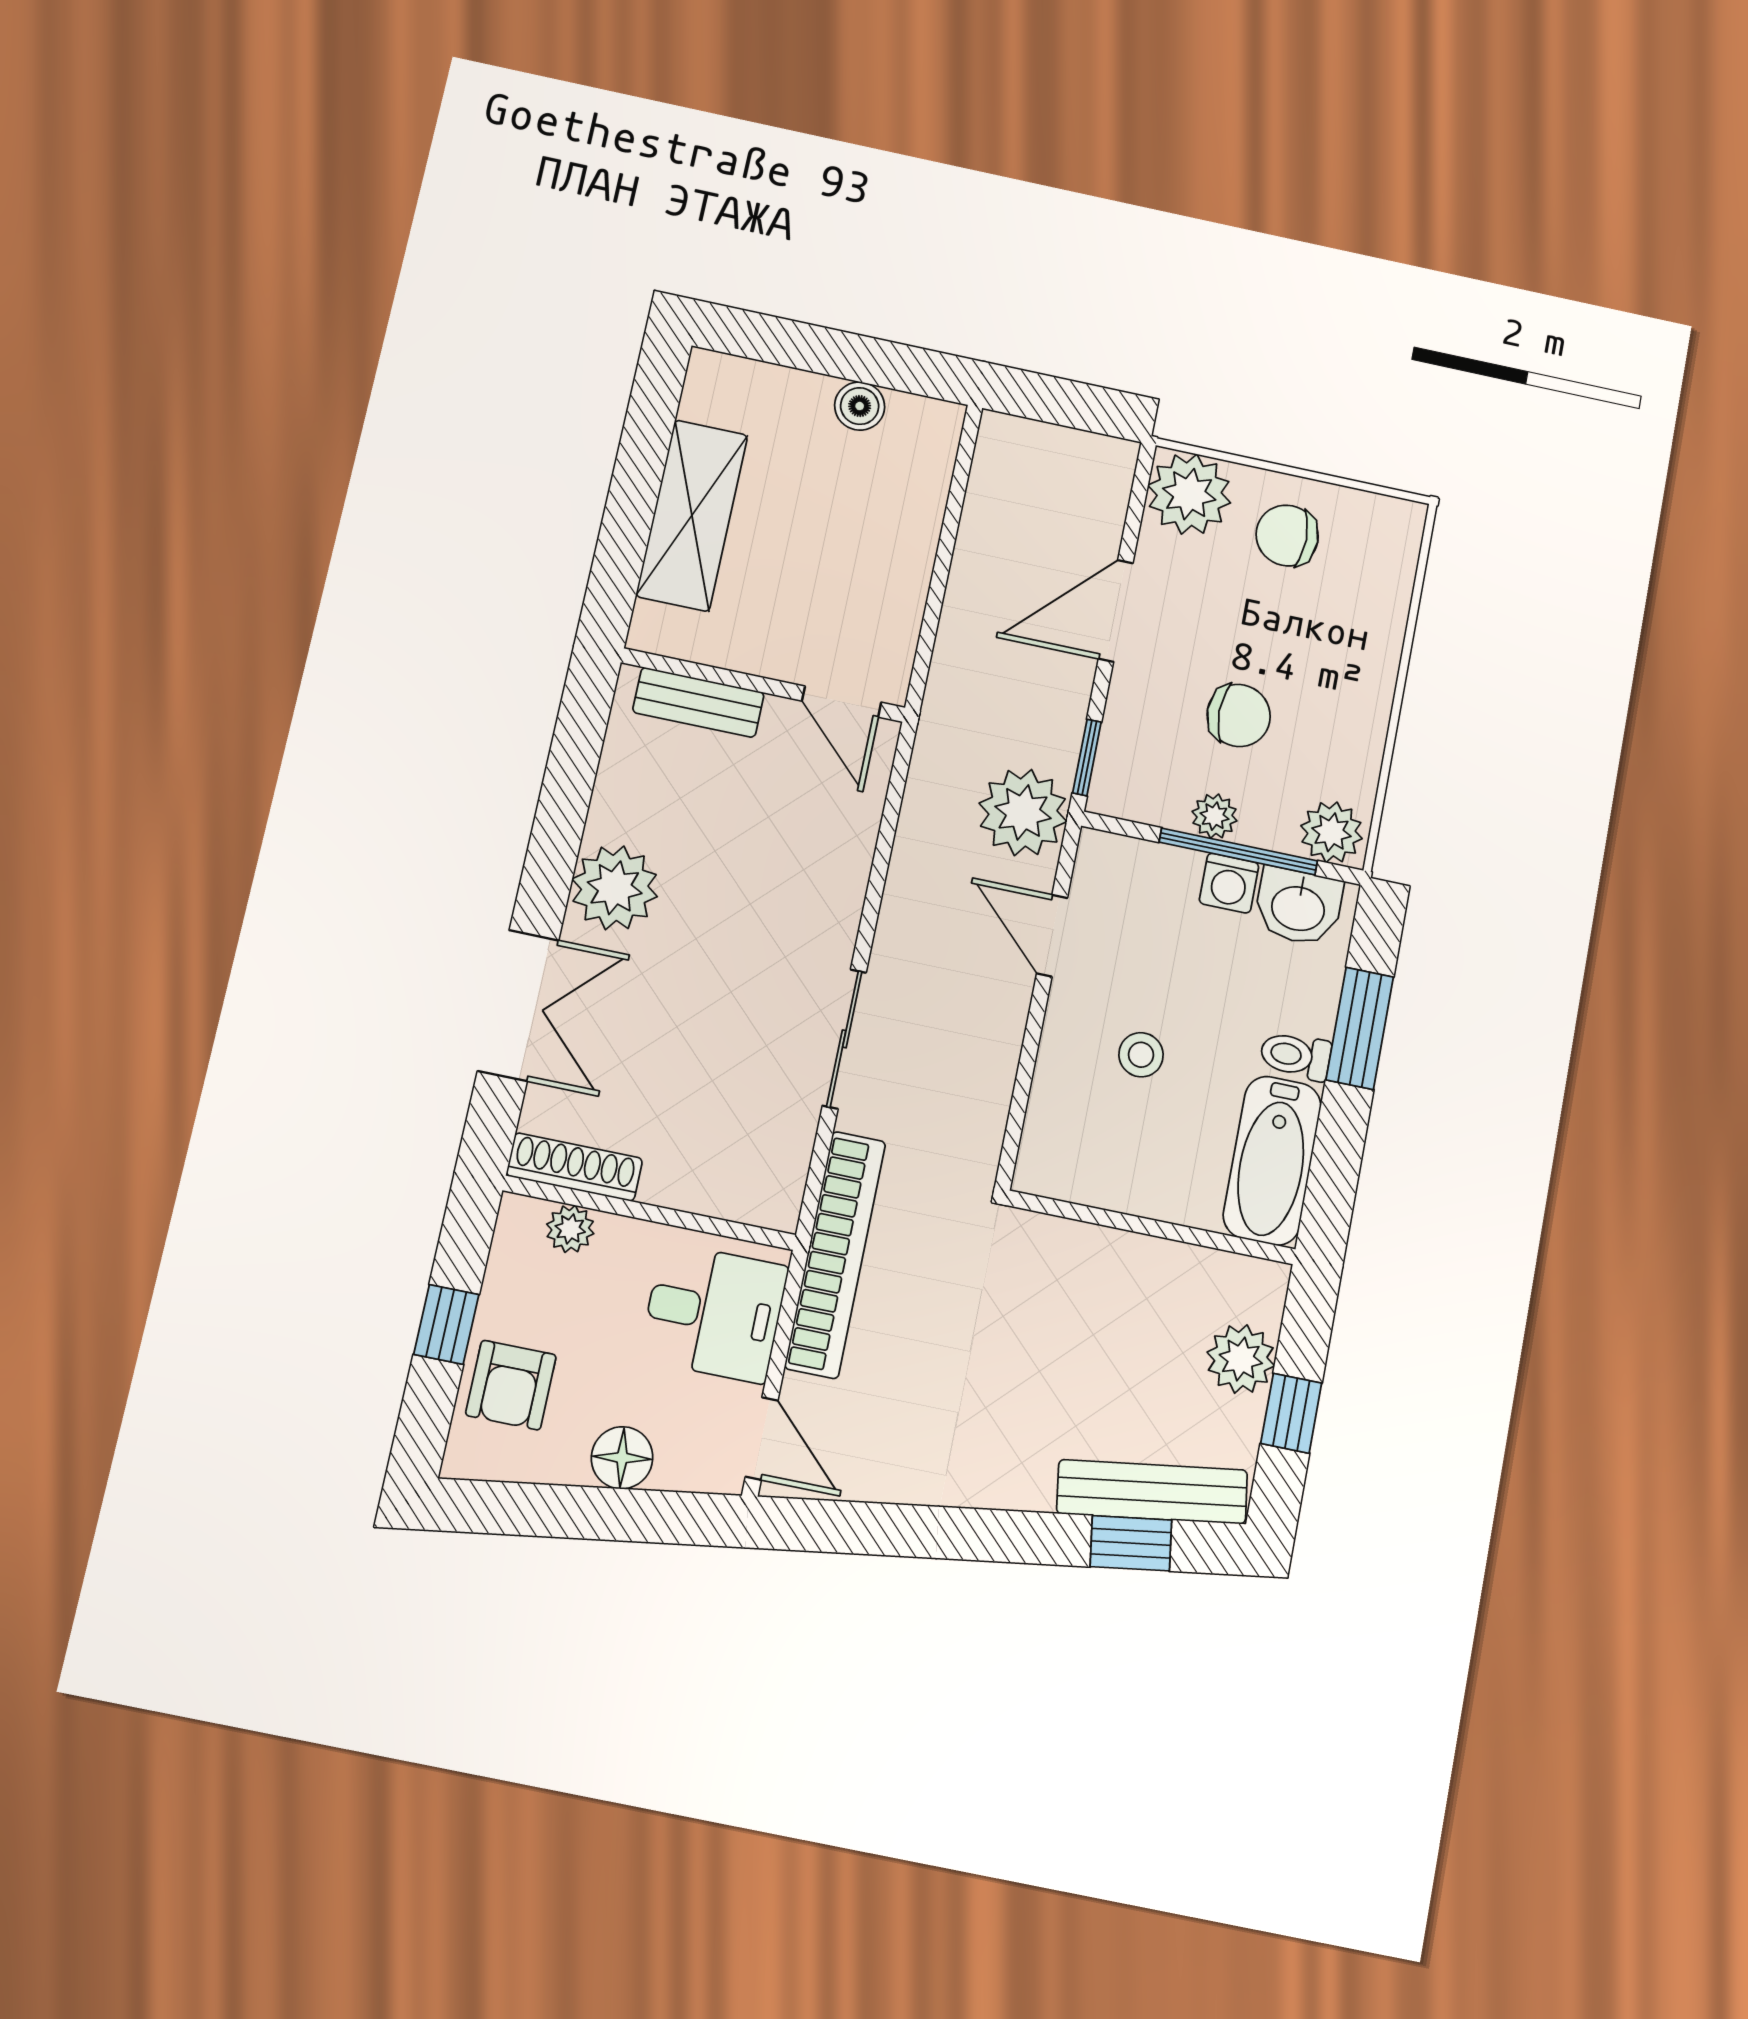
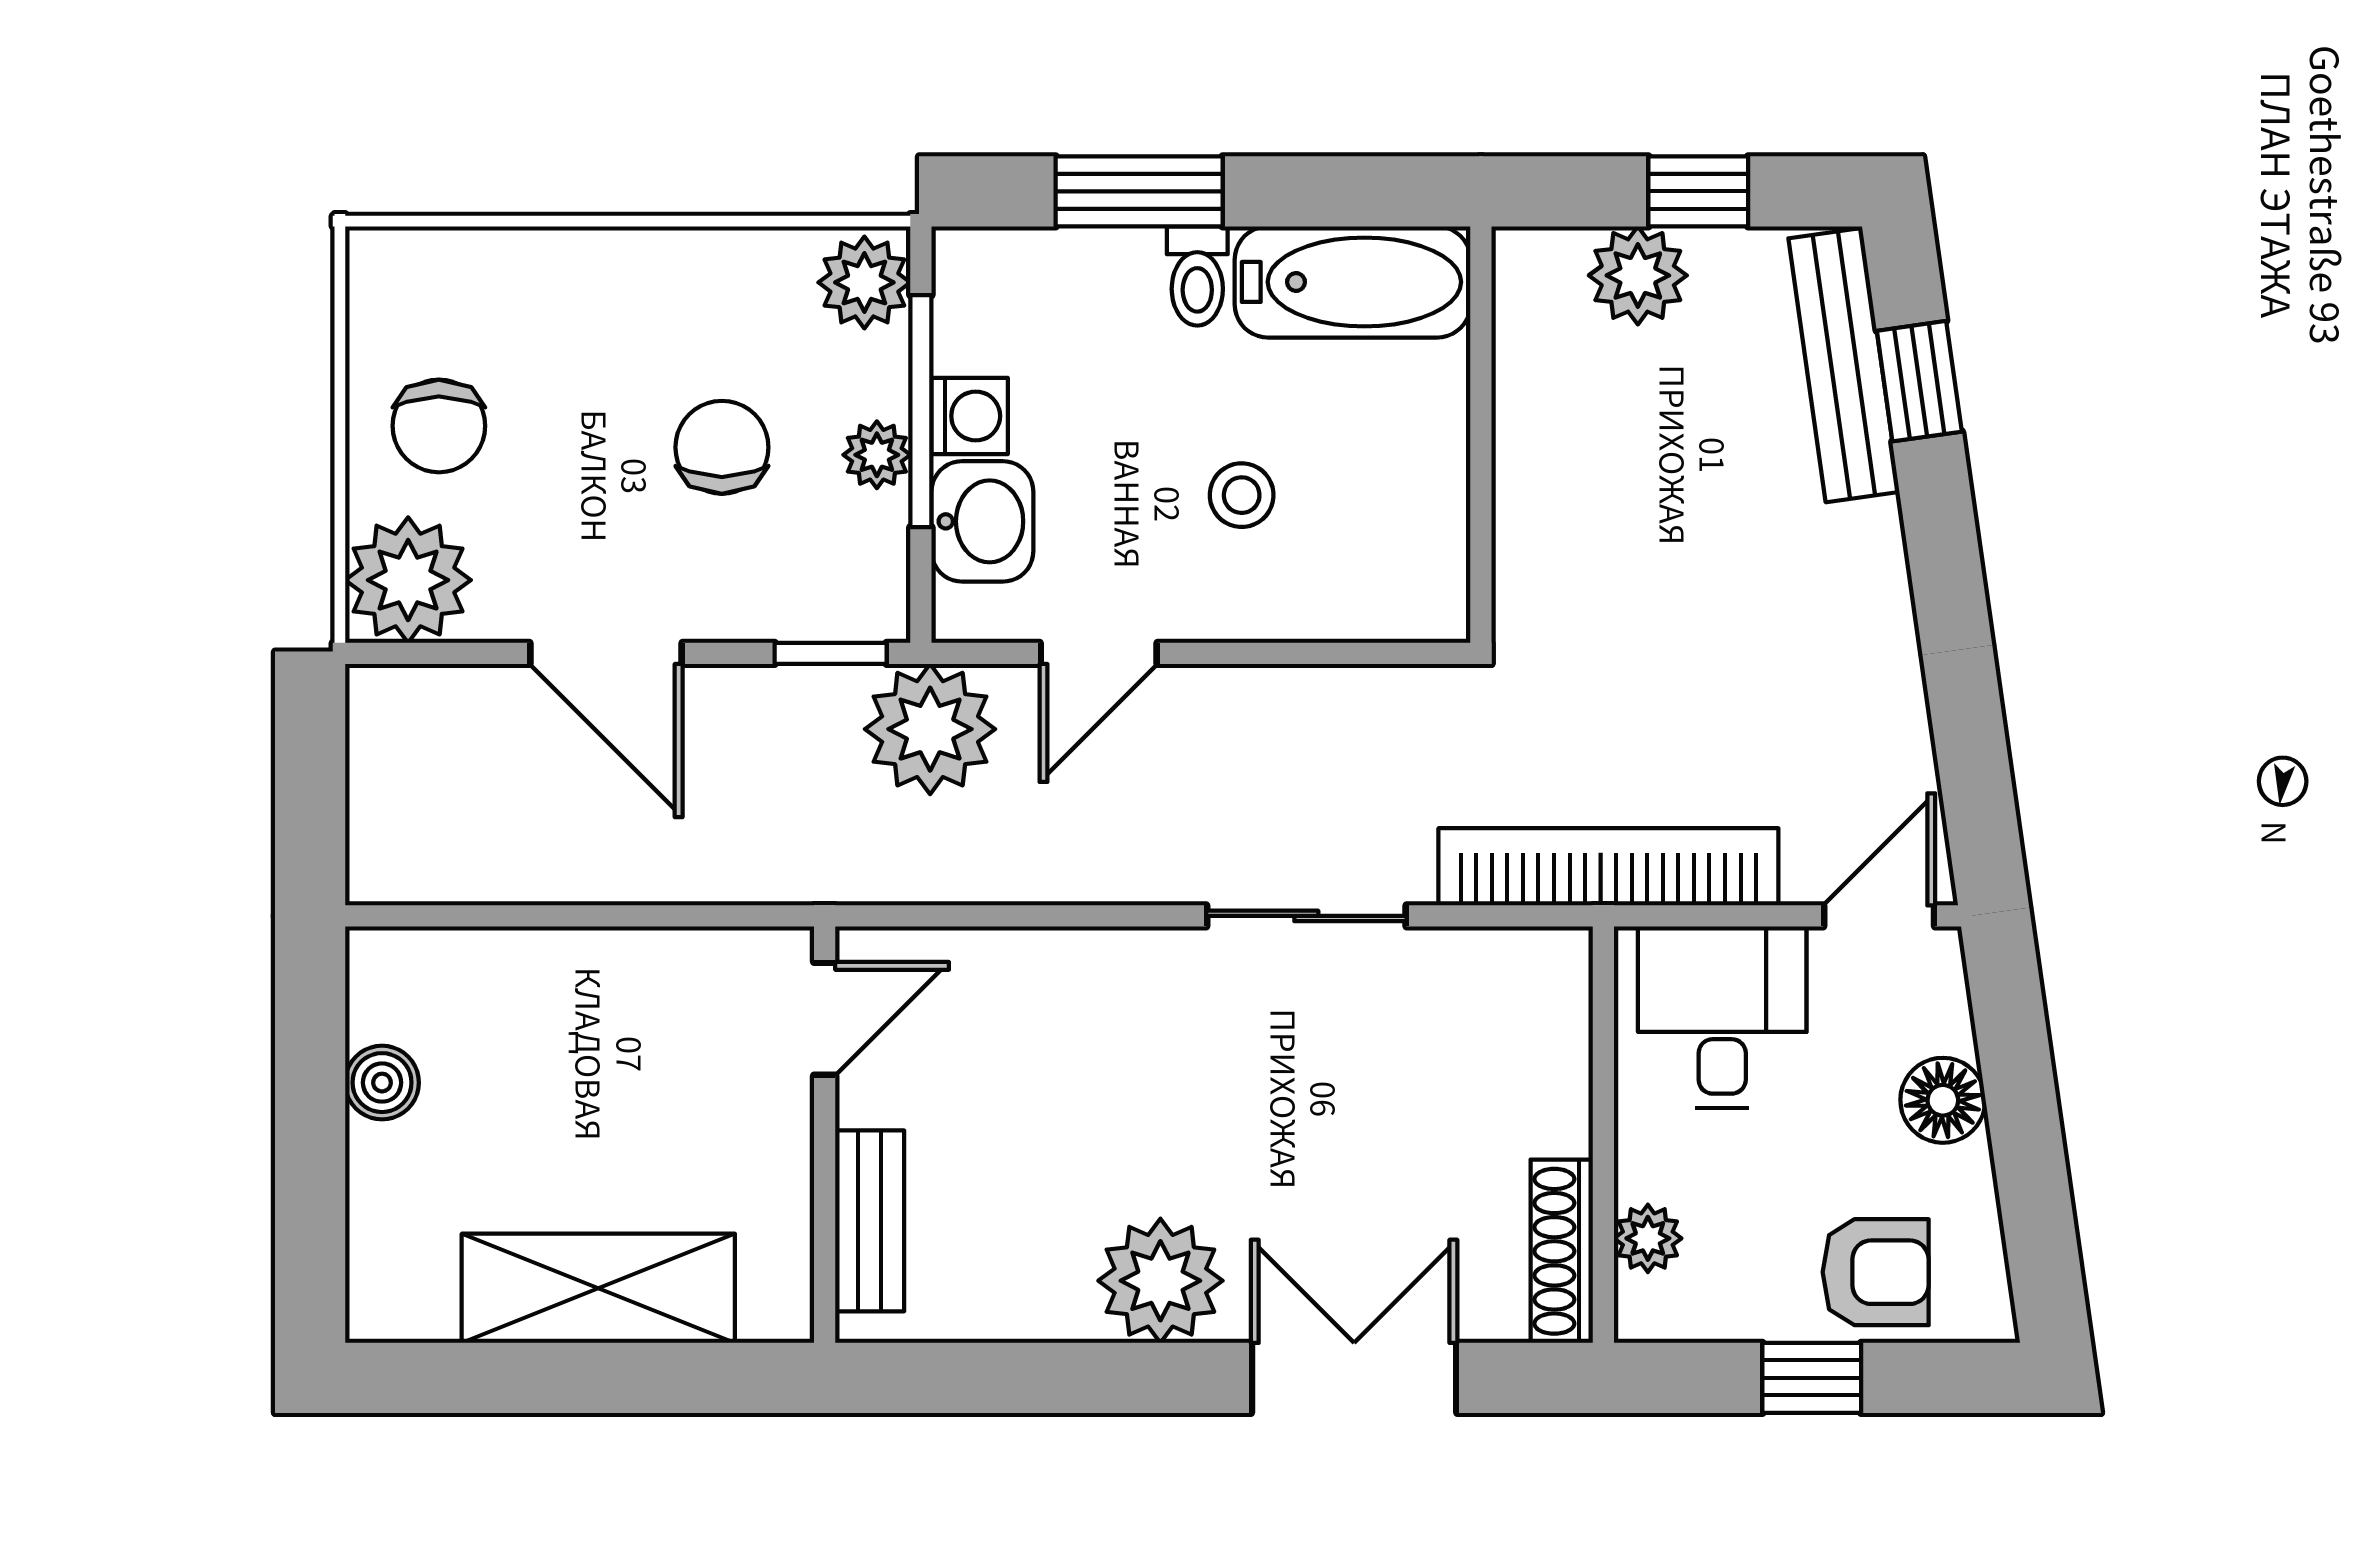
washbasin: (1298, 907) -> (982, 521), moved

